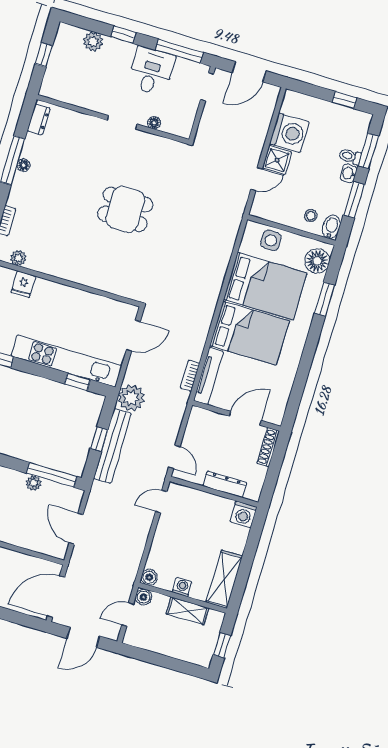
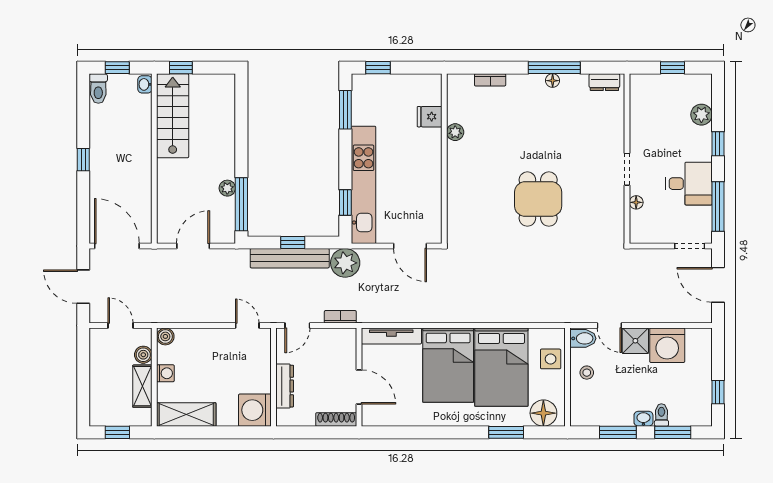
stool: (311, 216) -> (587, 373), moved
bidet: (331, 227) -> (583, 338), moved
plant: (18, 258) -> (455, 132), moved
bookcase: (190, 376) -> (340, 317), moved
washing machine: (244, 514) -> (255, 410), width x1.37, depth x1.37
boiler: (144, 597) -> (143, 355), moved

